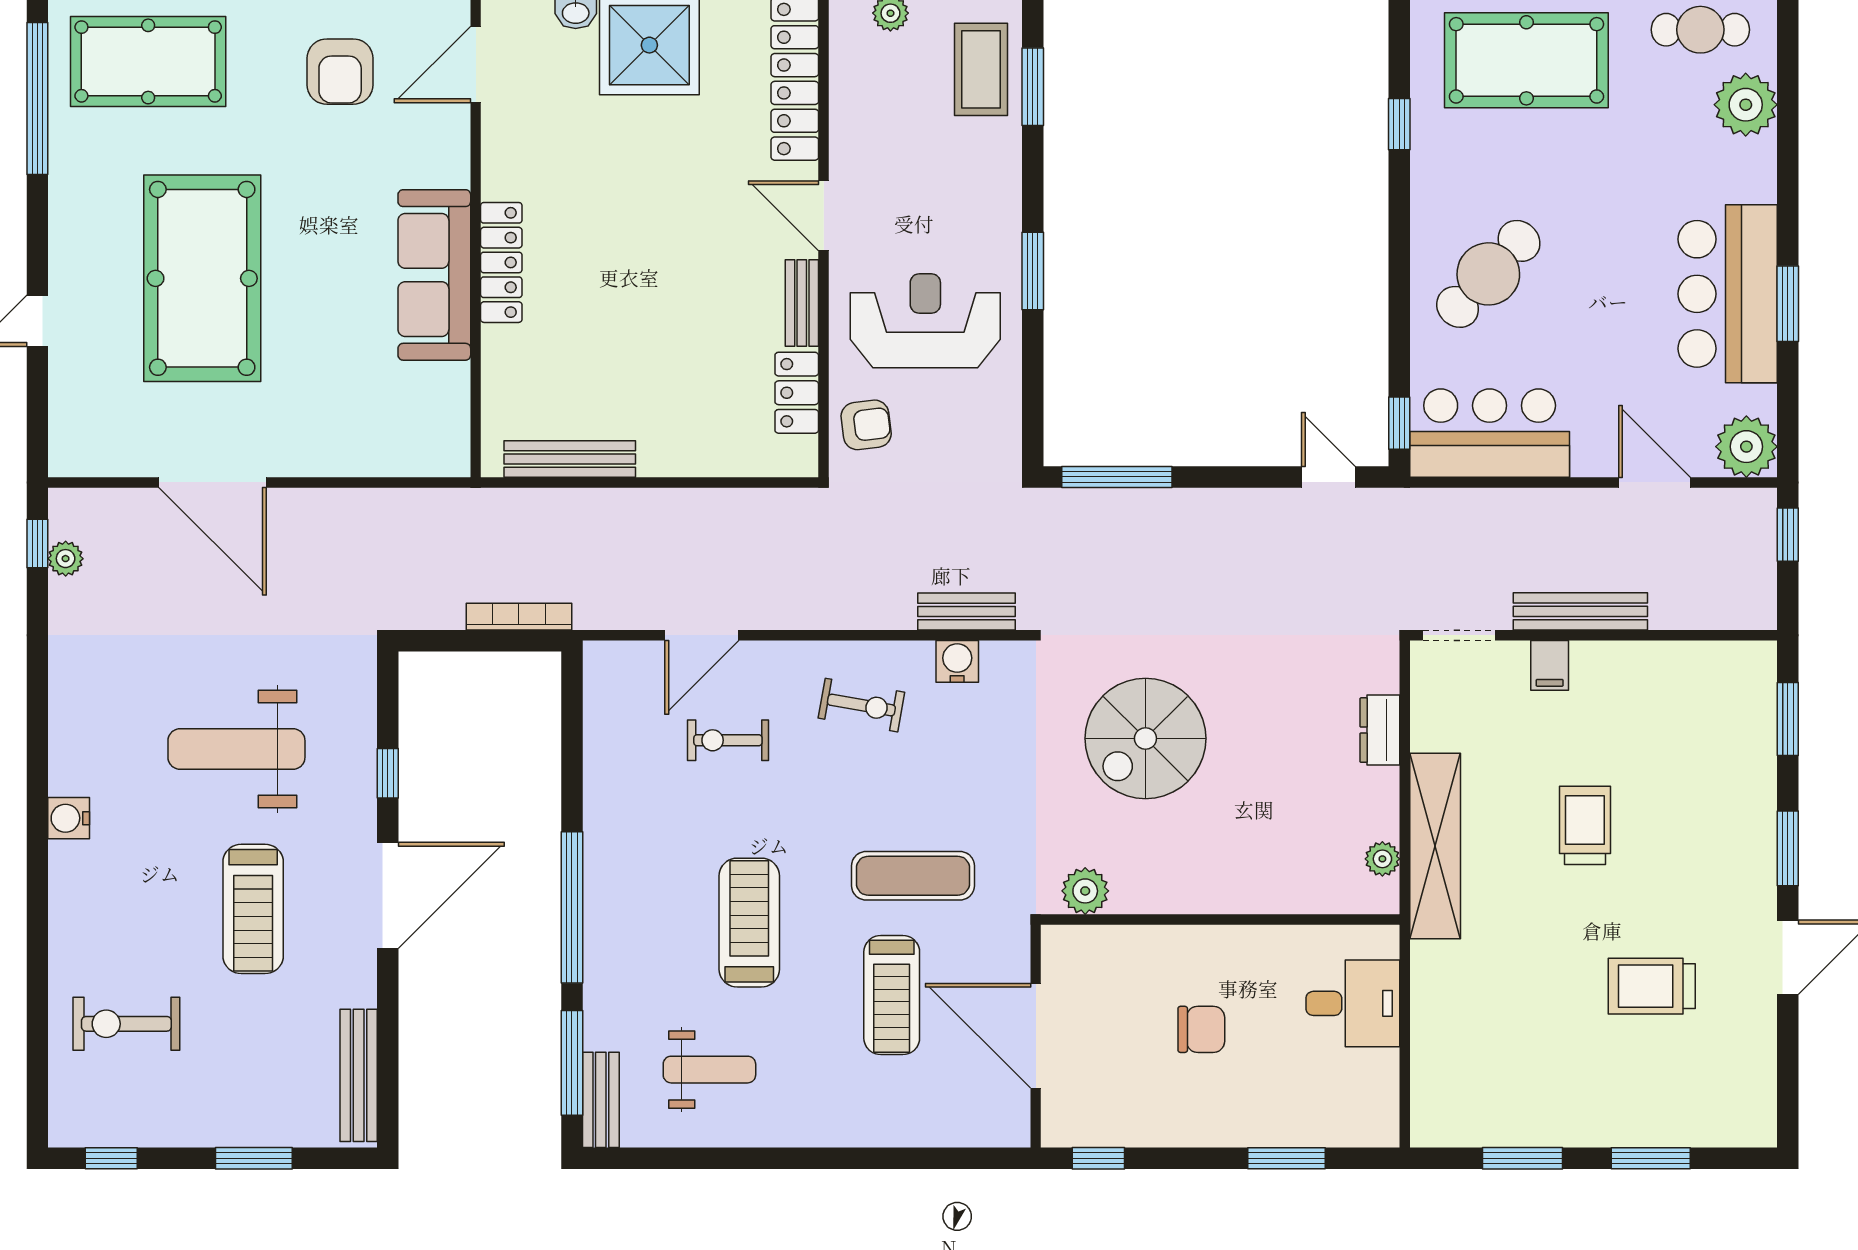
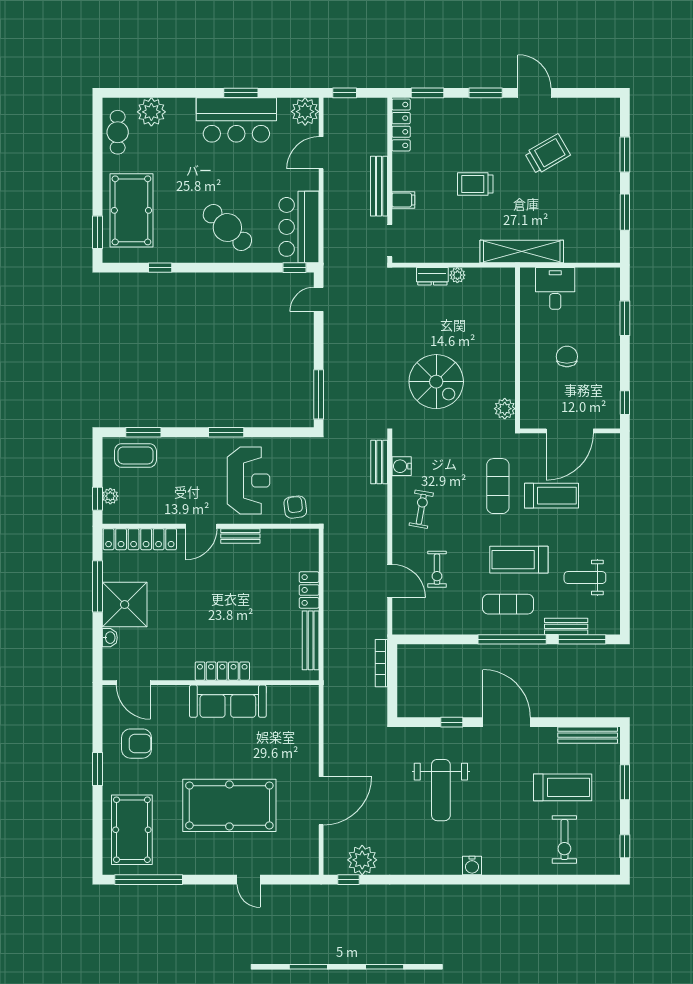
reception desk: (925, 321) -> (248, 481), turned 180
locker: (797, 393) -> (309, 590), moved, turned 90
plant: (66, 559) -> (362, 860), width x1.87, depth x1.87
locker: (1717, 660) -> (401, 125), added
shelving: (1435, 846) -> (522, 251), moved
plant: (1382, 859) -> (457, 275), moved
exercise mat: (650, 898) -> (508, 604), added
treadmill: (253, 909) -> (563, 787), moved
trolley: (1652, 986) -> (547, 154), turned -120
weight bench: (709, 1070) -> (585, 578), turned -90
bench: (601, 1100) -> (566, 626), moved

